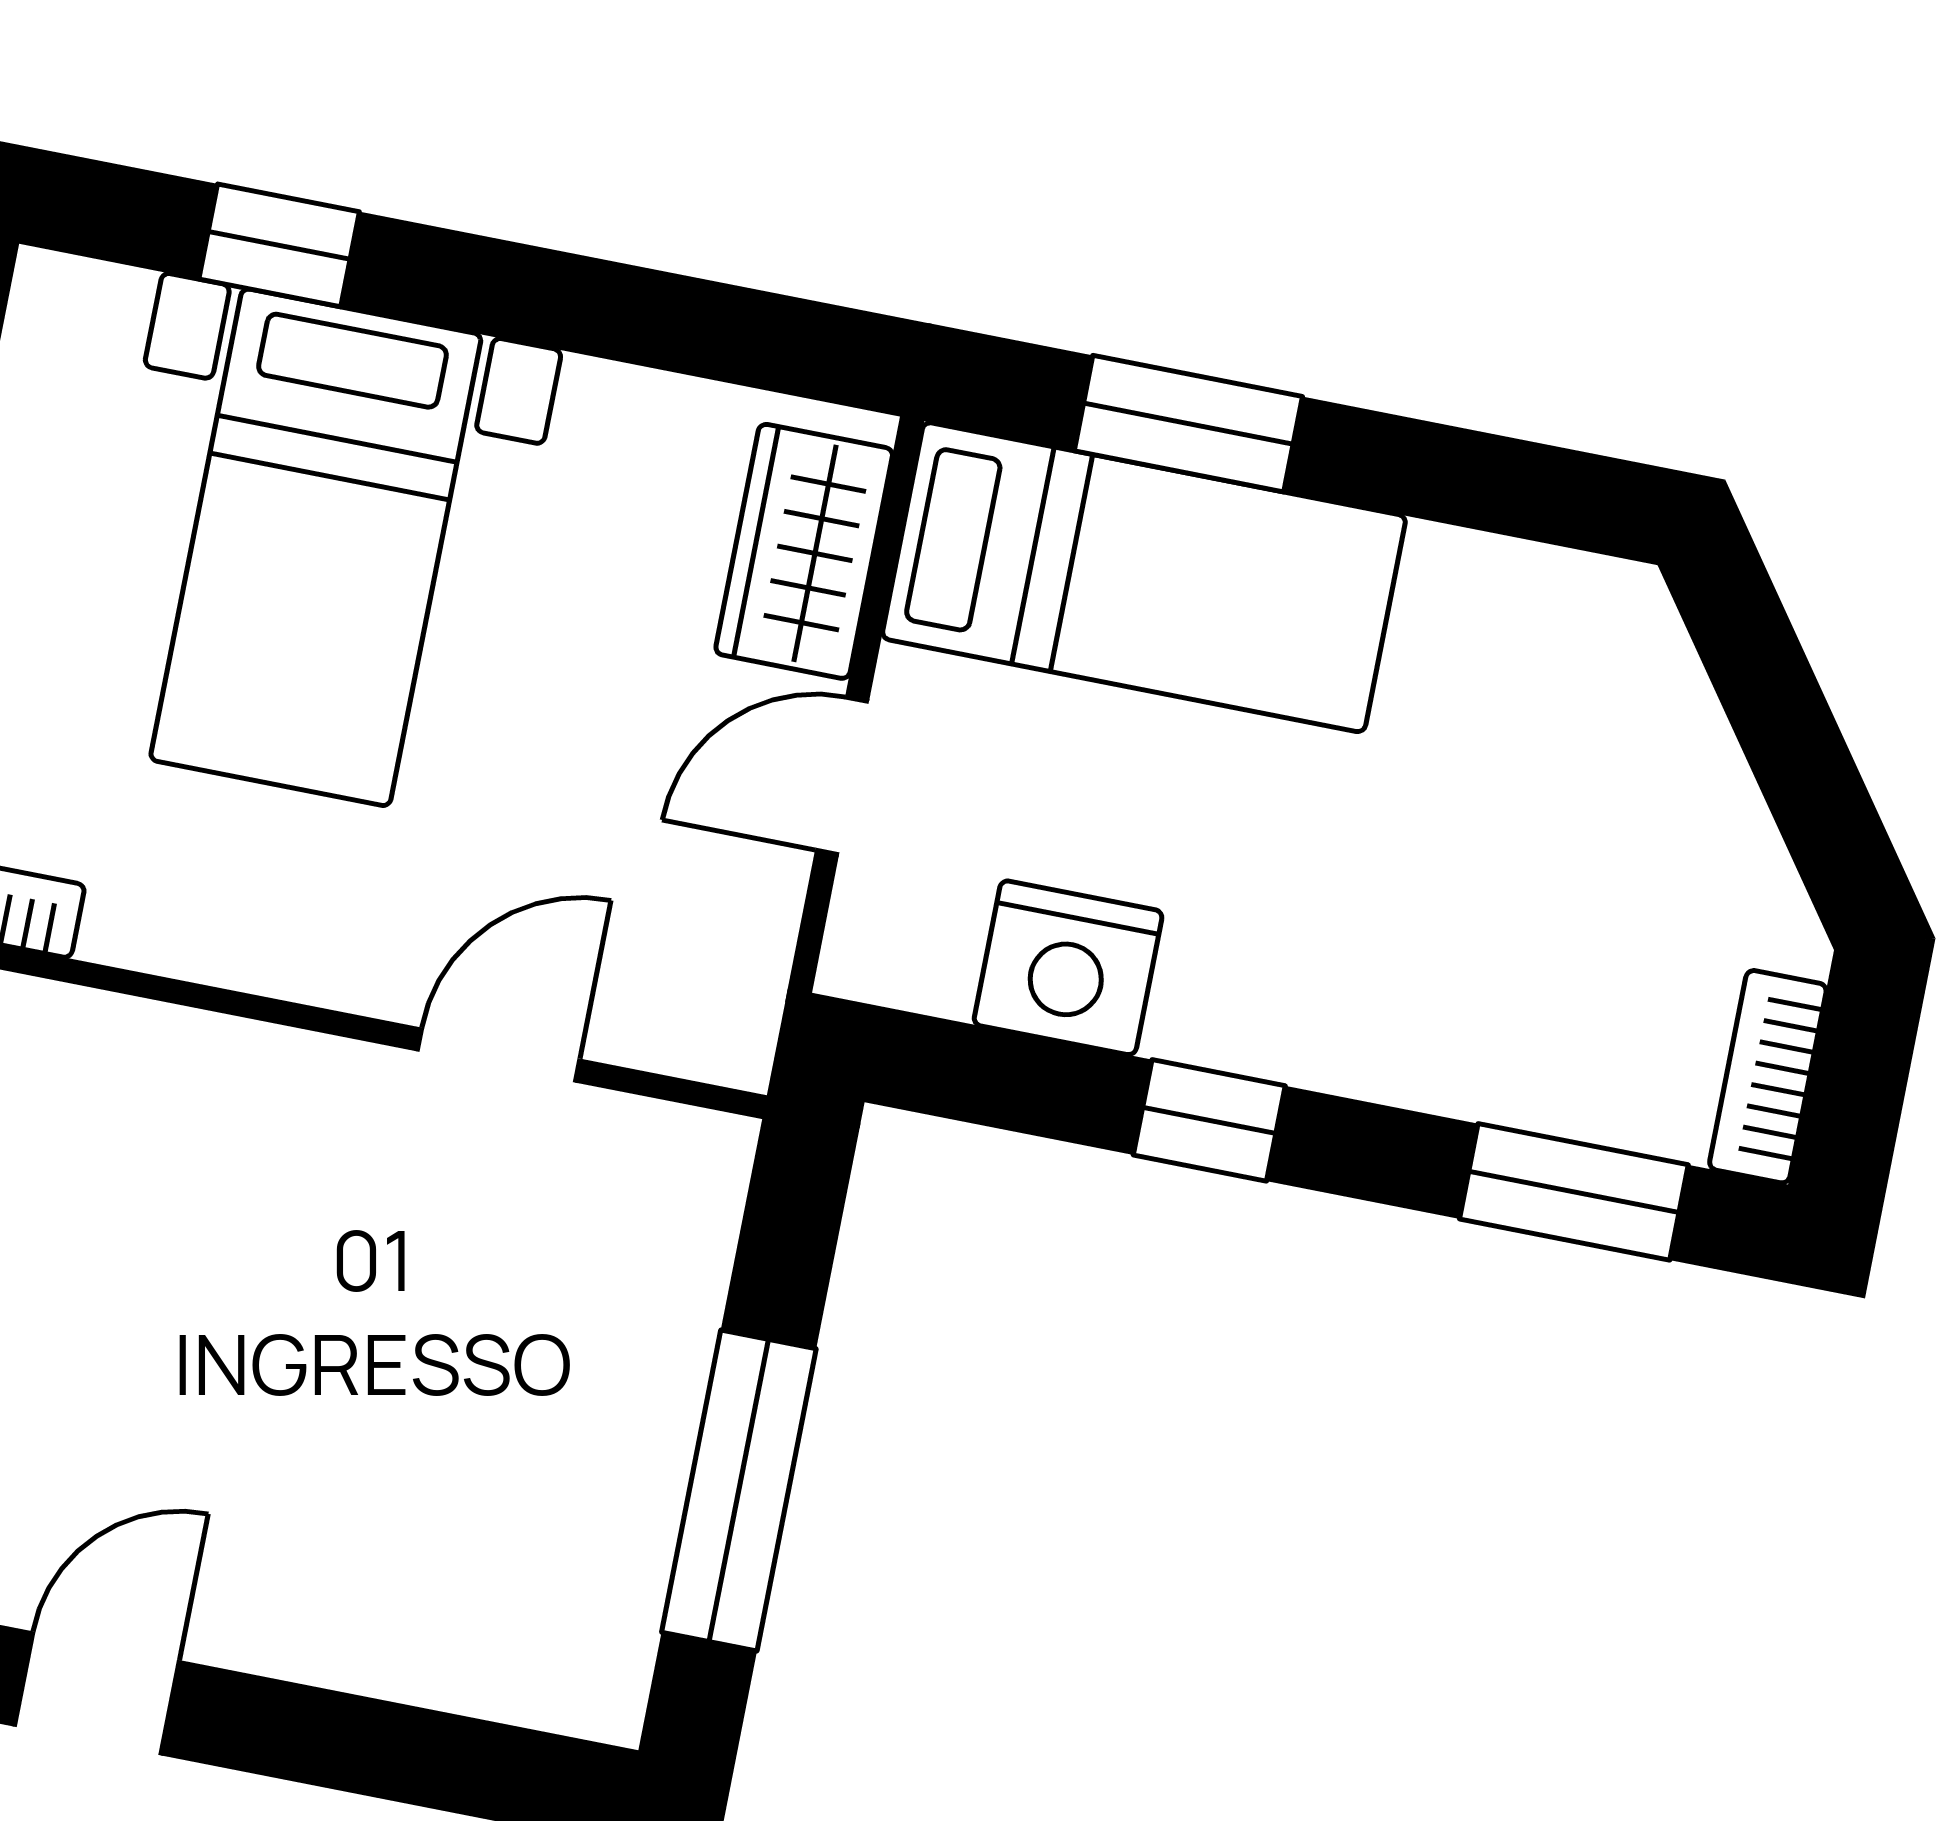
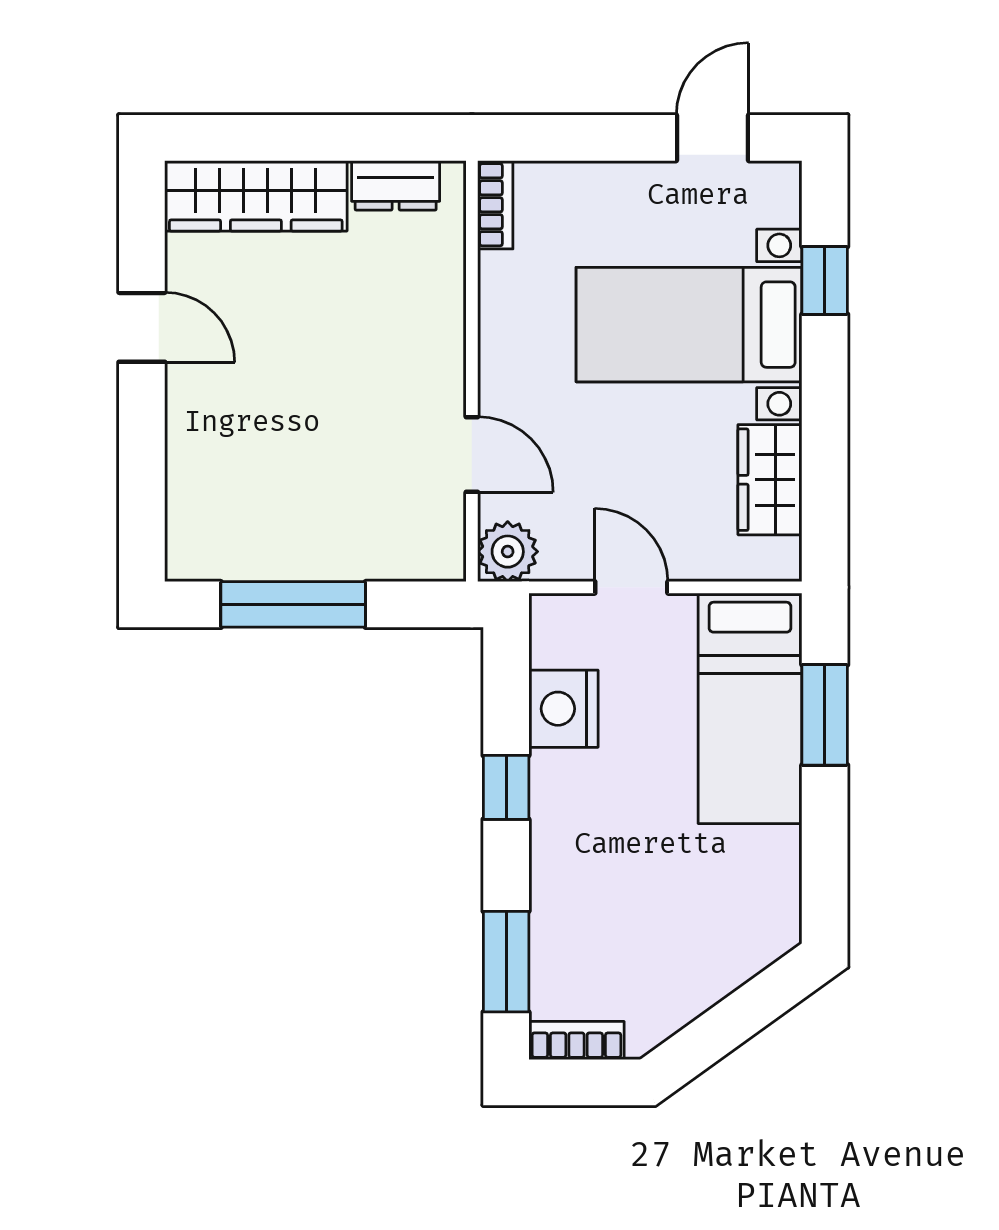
wardrobe: (804, 551) -> (770, 480), moved, turned -90
plant: (716, 1020) -> (508, 552), added

